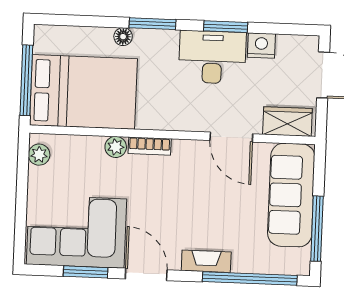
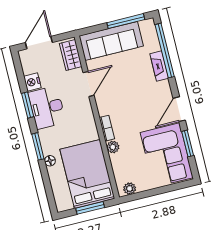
window: (26, 80) -> (90, 208), width x0.69
fireplace: (206, 261) -> (159, 66), moved

